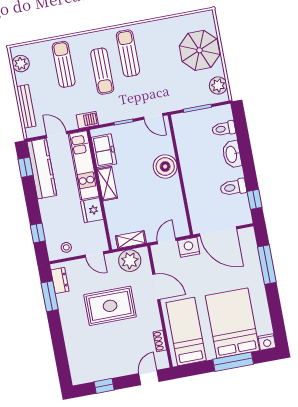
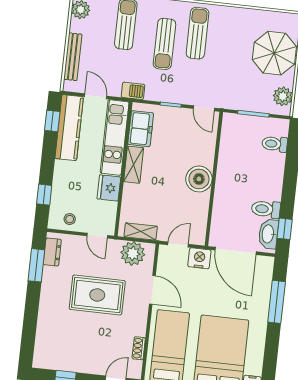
washbasin: (232, 154) -> (268, 234), moved
boiler: (165, 166) -> (199, 179), moved

